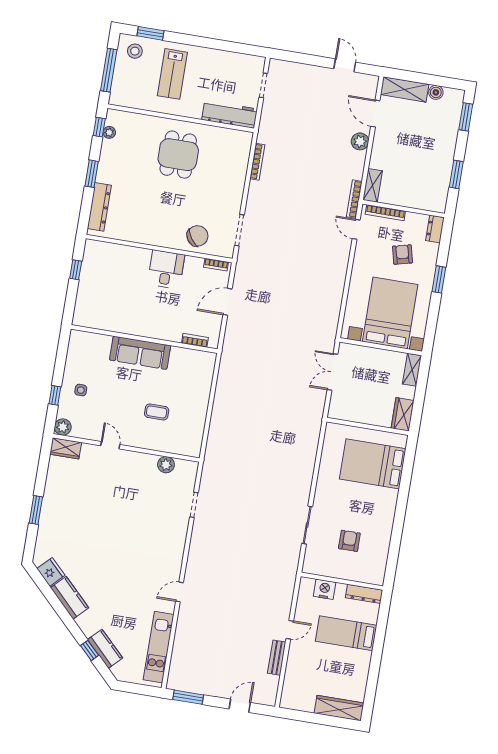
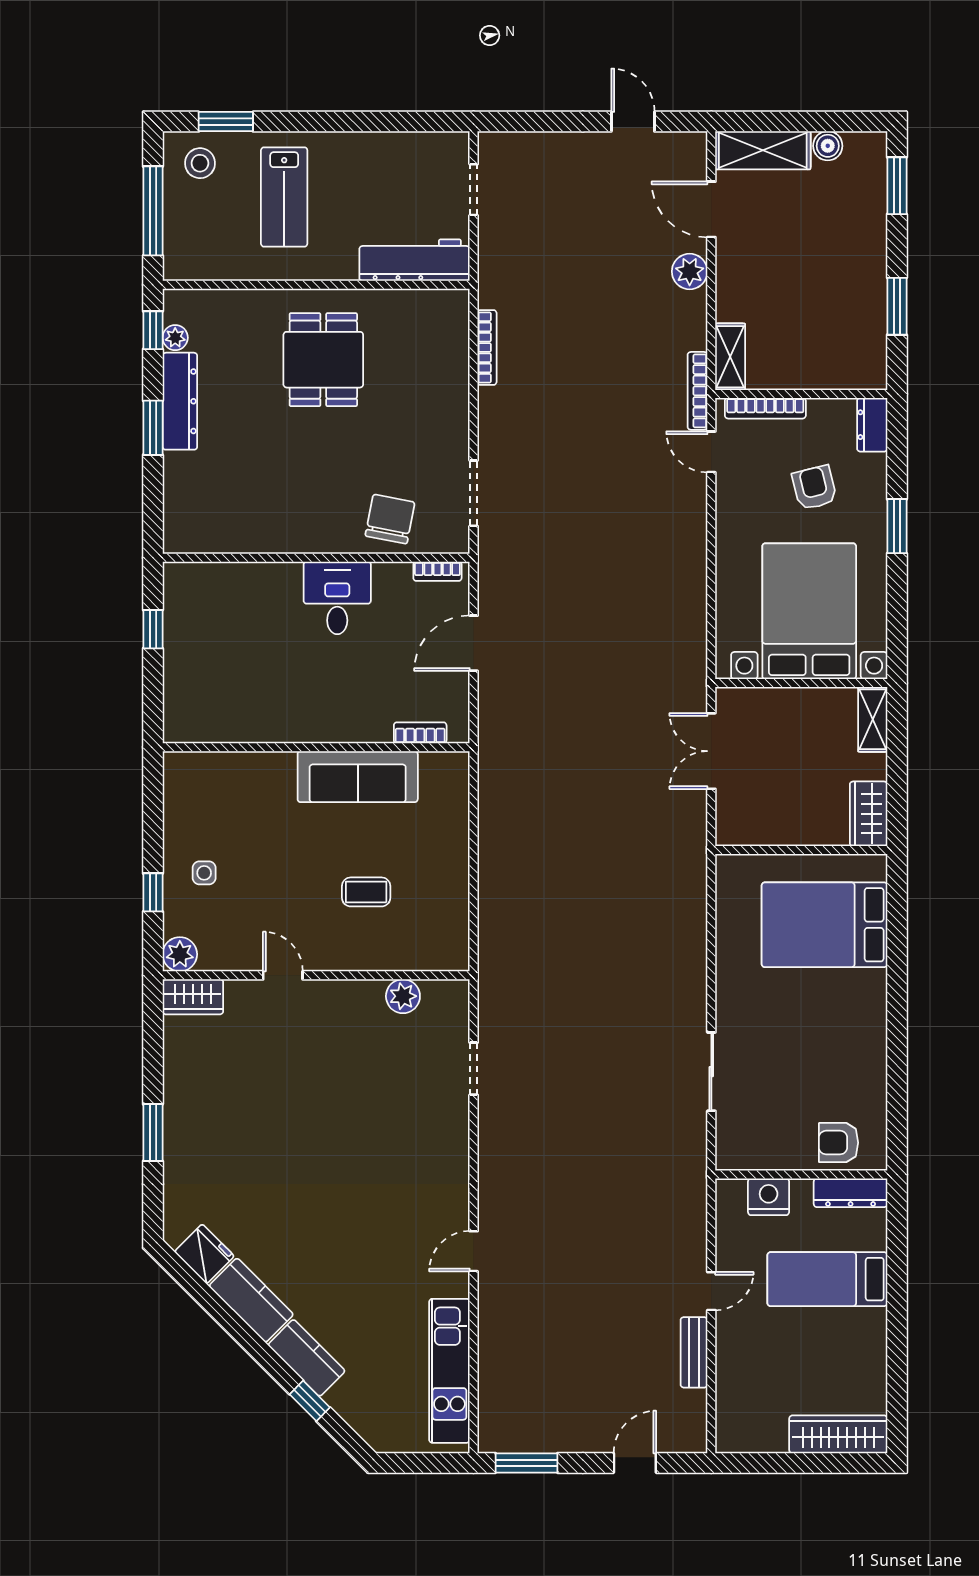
dresser: (99, 207) -> (180, 401), moved
chair: (197, 236) -> (390, 519), turned -44
sofa: (140, 353) -> (358, 777), moved
armchair: (349, 541) -> (839, 1143), moved, turned -90
kitchen counter: (105, 649) -> (307, 1358), moved

